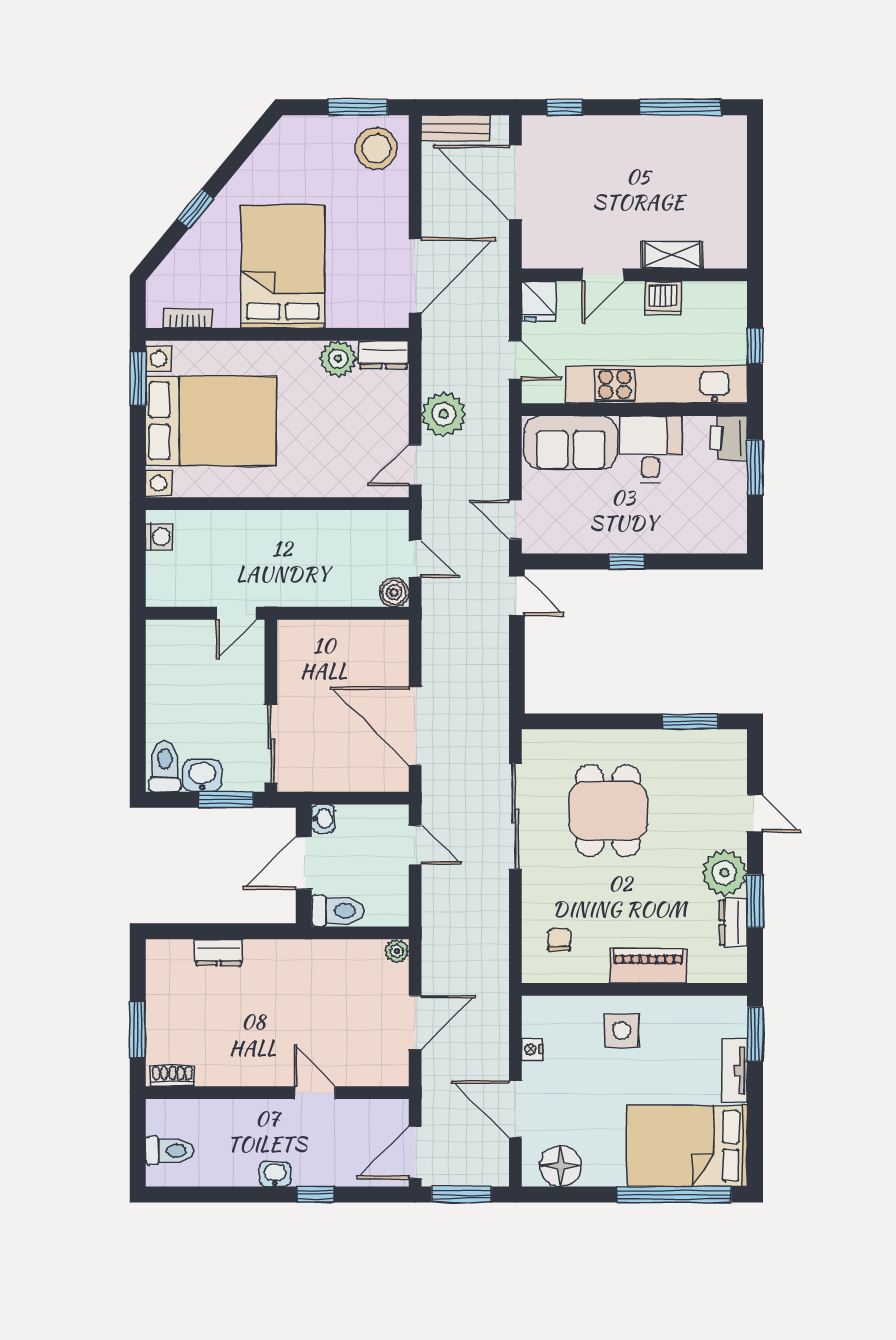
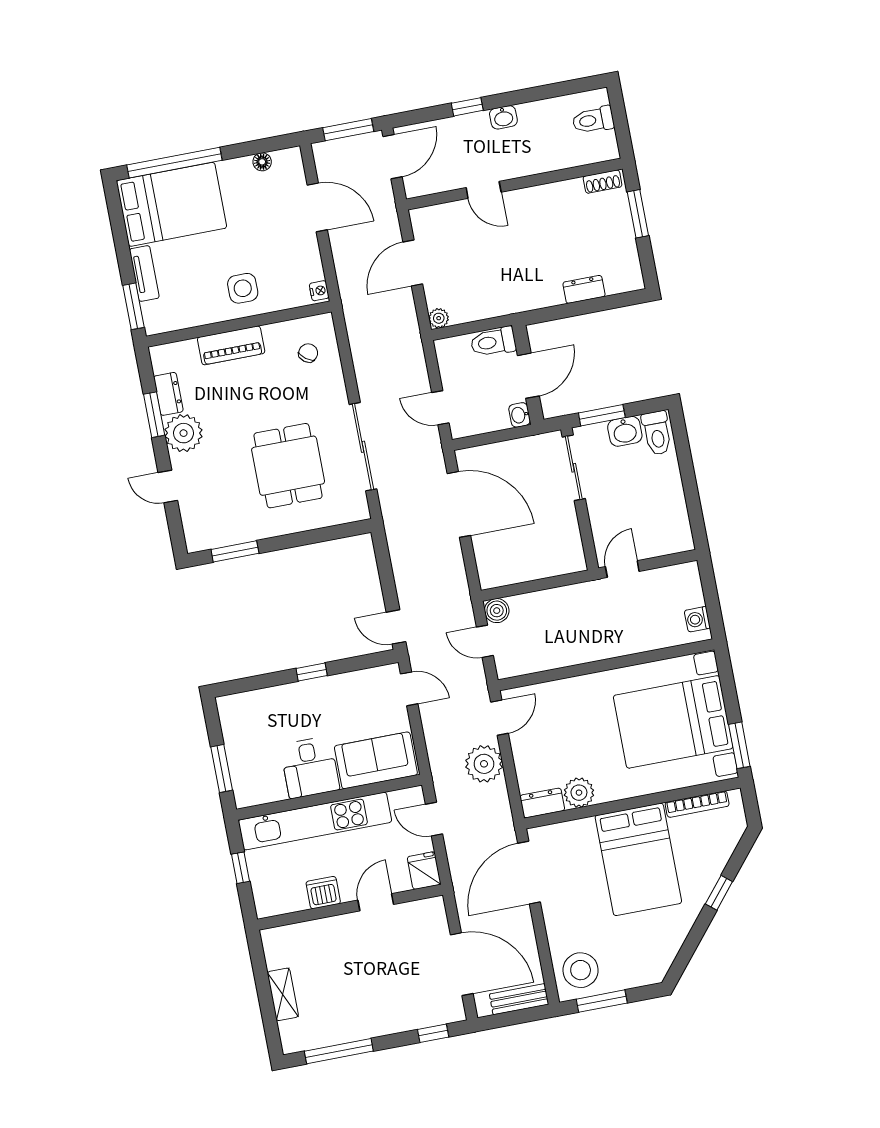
shelving: (672, 255) -> (283, 994), moved, turned 90
bookcase: (187, 318) -> (697, 804), width x1.56
printer: (729, 438) -> (248, 789), removed
chair: (559, 939) -> (308, 353), turned -143
nightstand: (532, 1049) -> (319, 291), moved
floor lamp: (561, 1166) -> (262, 162), width x0.53, depth x0.53

